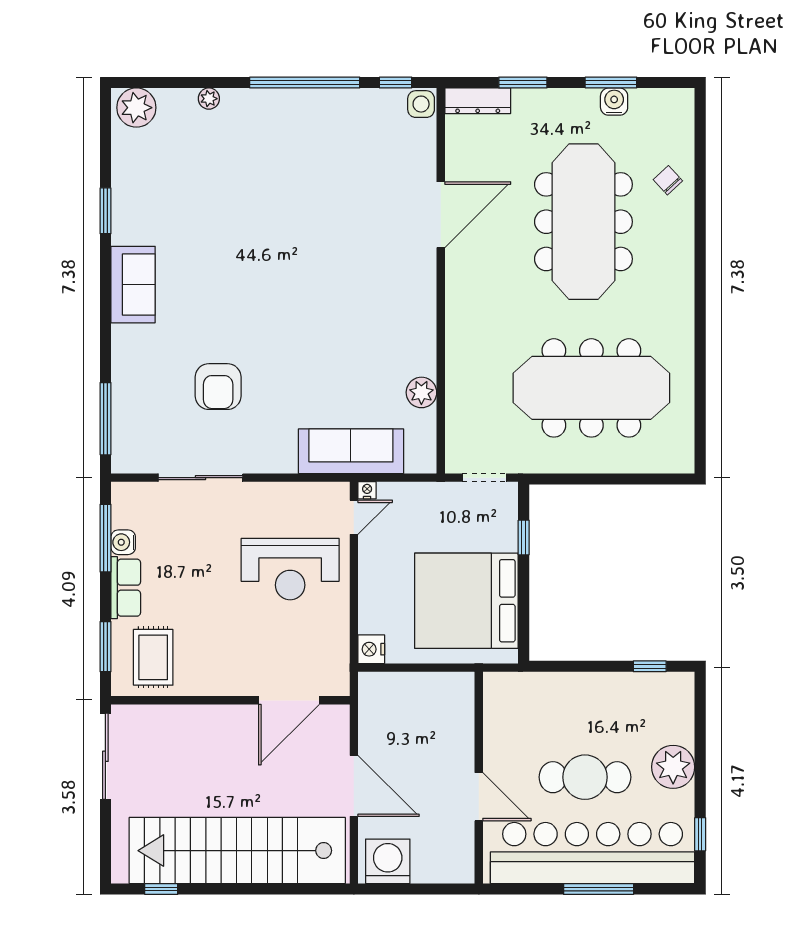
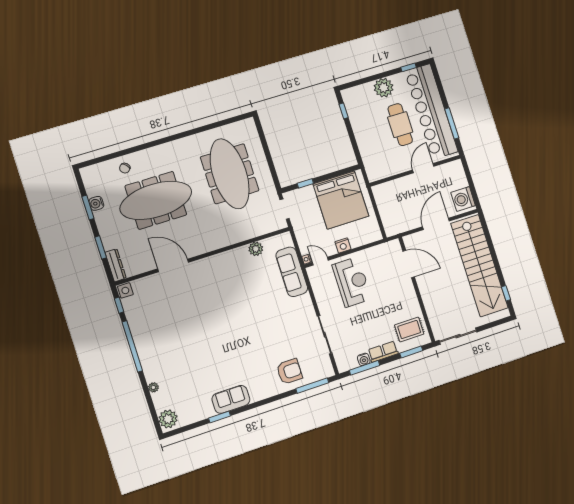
sofa: (133, 285) -> (231, 399), moved
armchair: (218, 387) -> (289, 371), moved
nightstand: (371, 649) -> (343, 245), moved
window: (599, 889) -> (452, 123), moved

